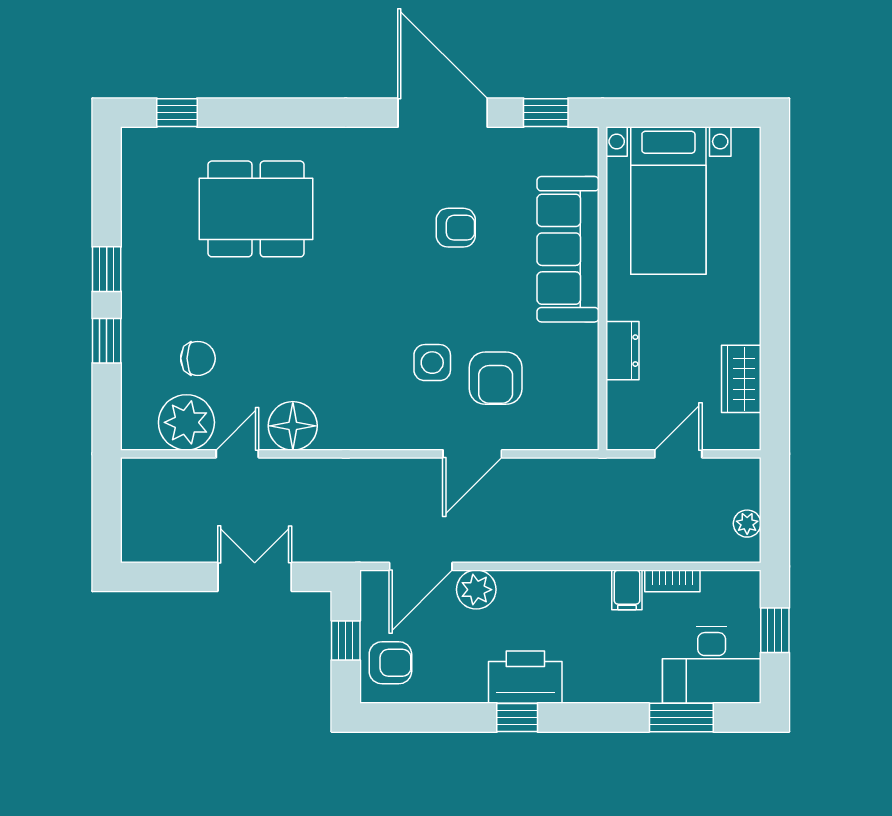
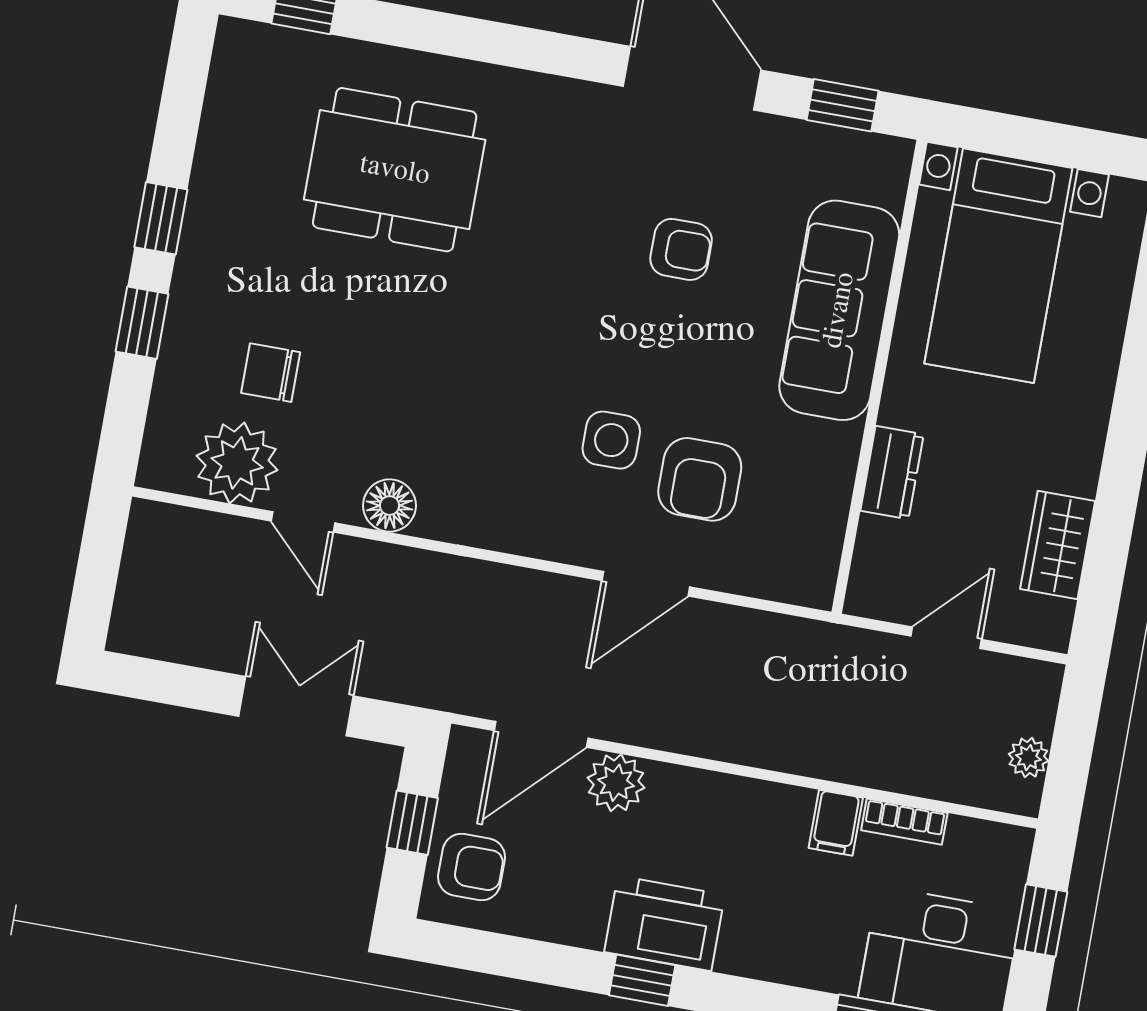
chair: (198, 358) -> (271, 373), turned 180
floor lamp: (293, 426) -> (390, 506), width x0.73, depth x0.73
door: (237, 454) -> (303, 522), swing flipped

